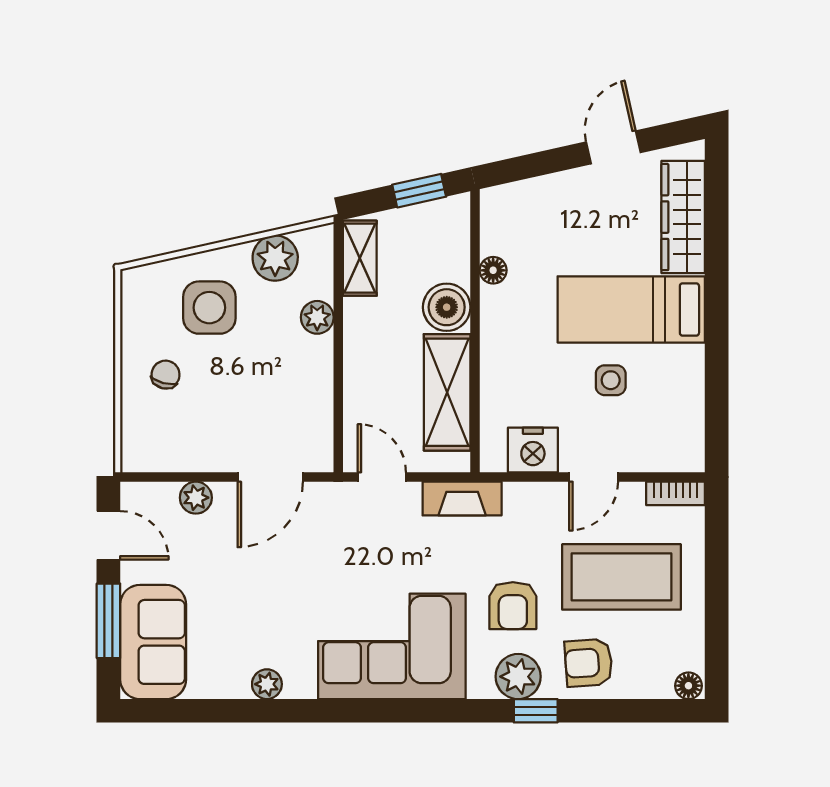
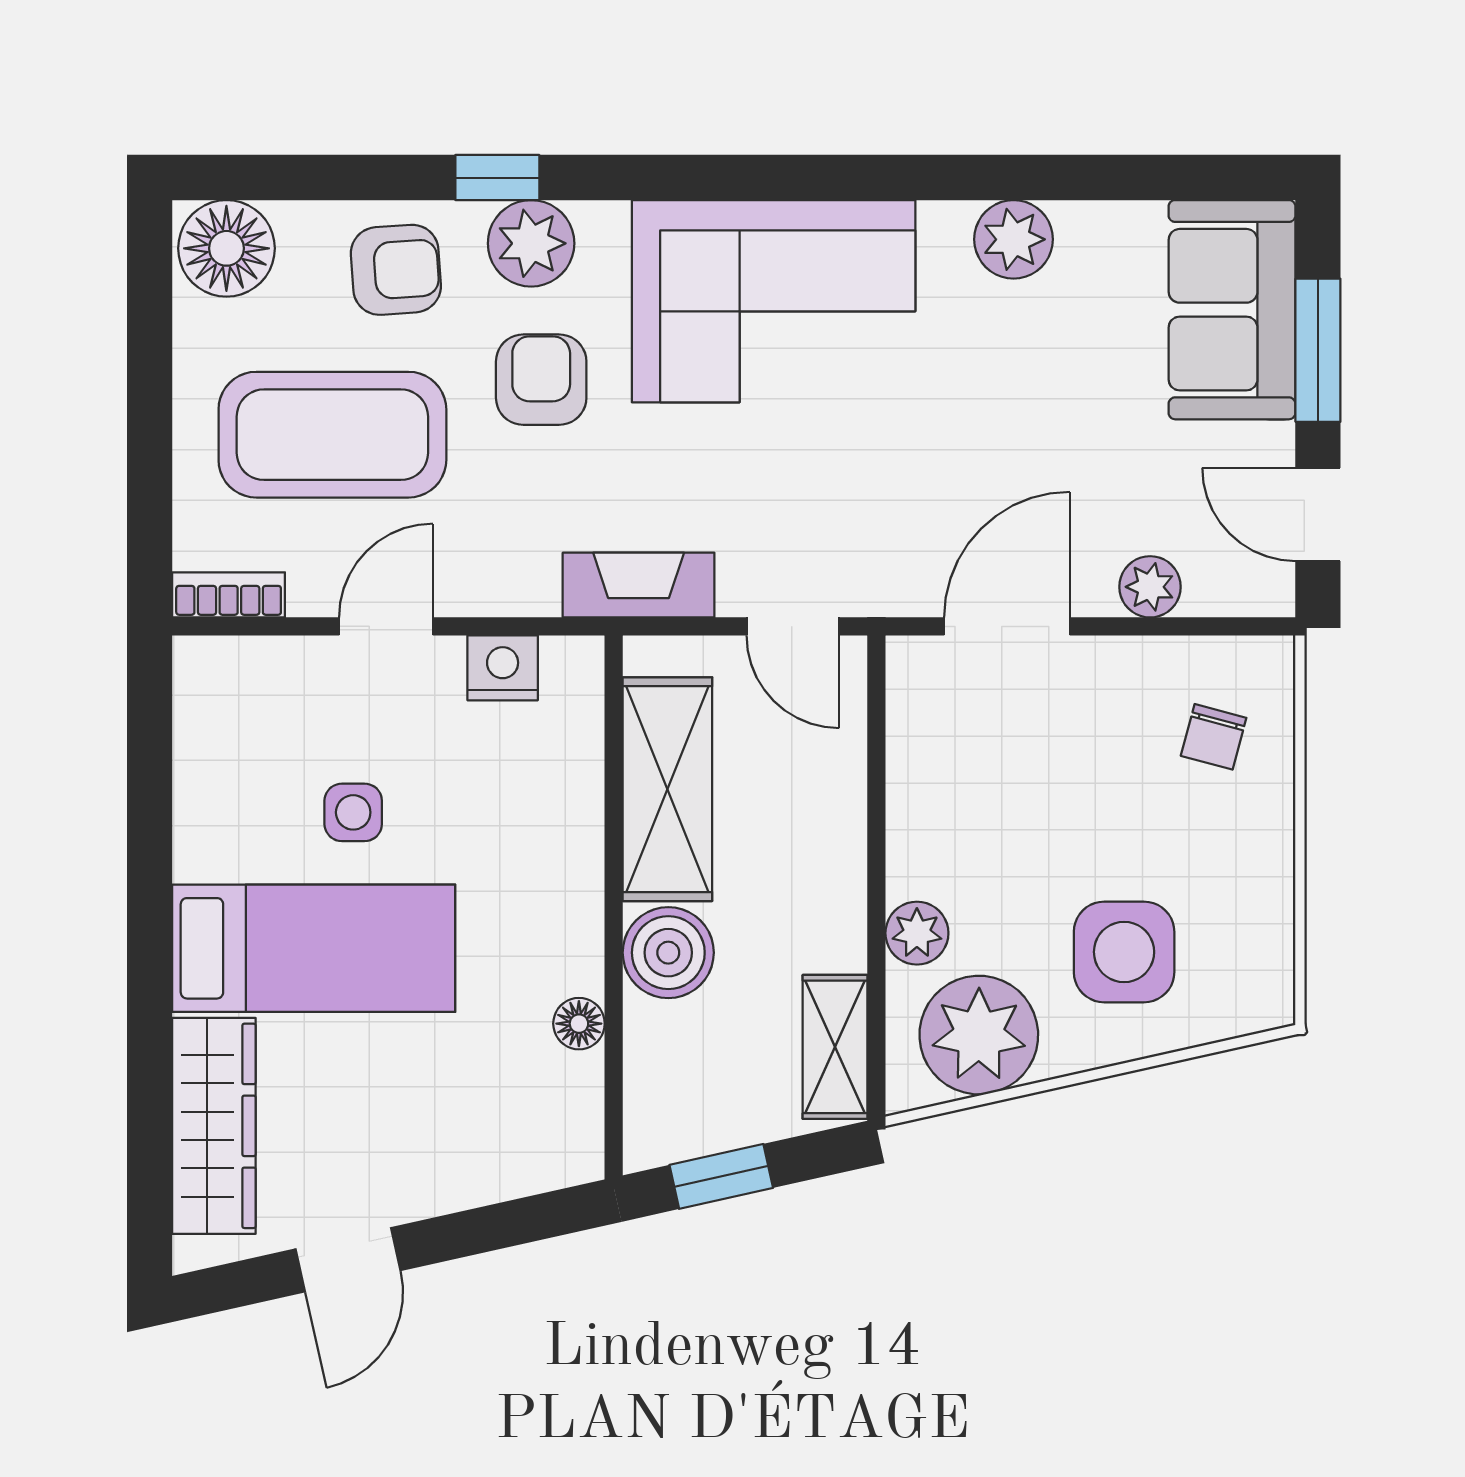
plant: (275, 258) -> (979, 1035), width x1.36, depth x1.36
chair: (166, 375) -> (1214, 737), moved
nightstand: (533, 450) -> (503, 668), width x0.74, depth x0.75
plant: (267, 684) -> (1014, 239), width x1.38, depth x1.38
floor lamp: (688, 686) -> (226, 248), width x1.89, depth x1.89

